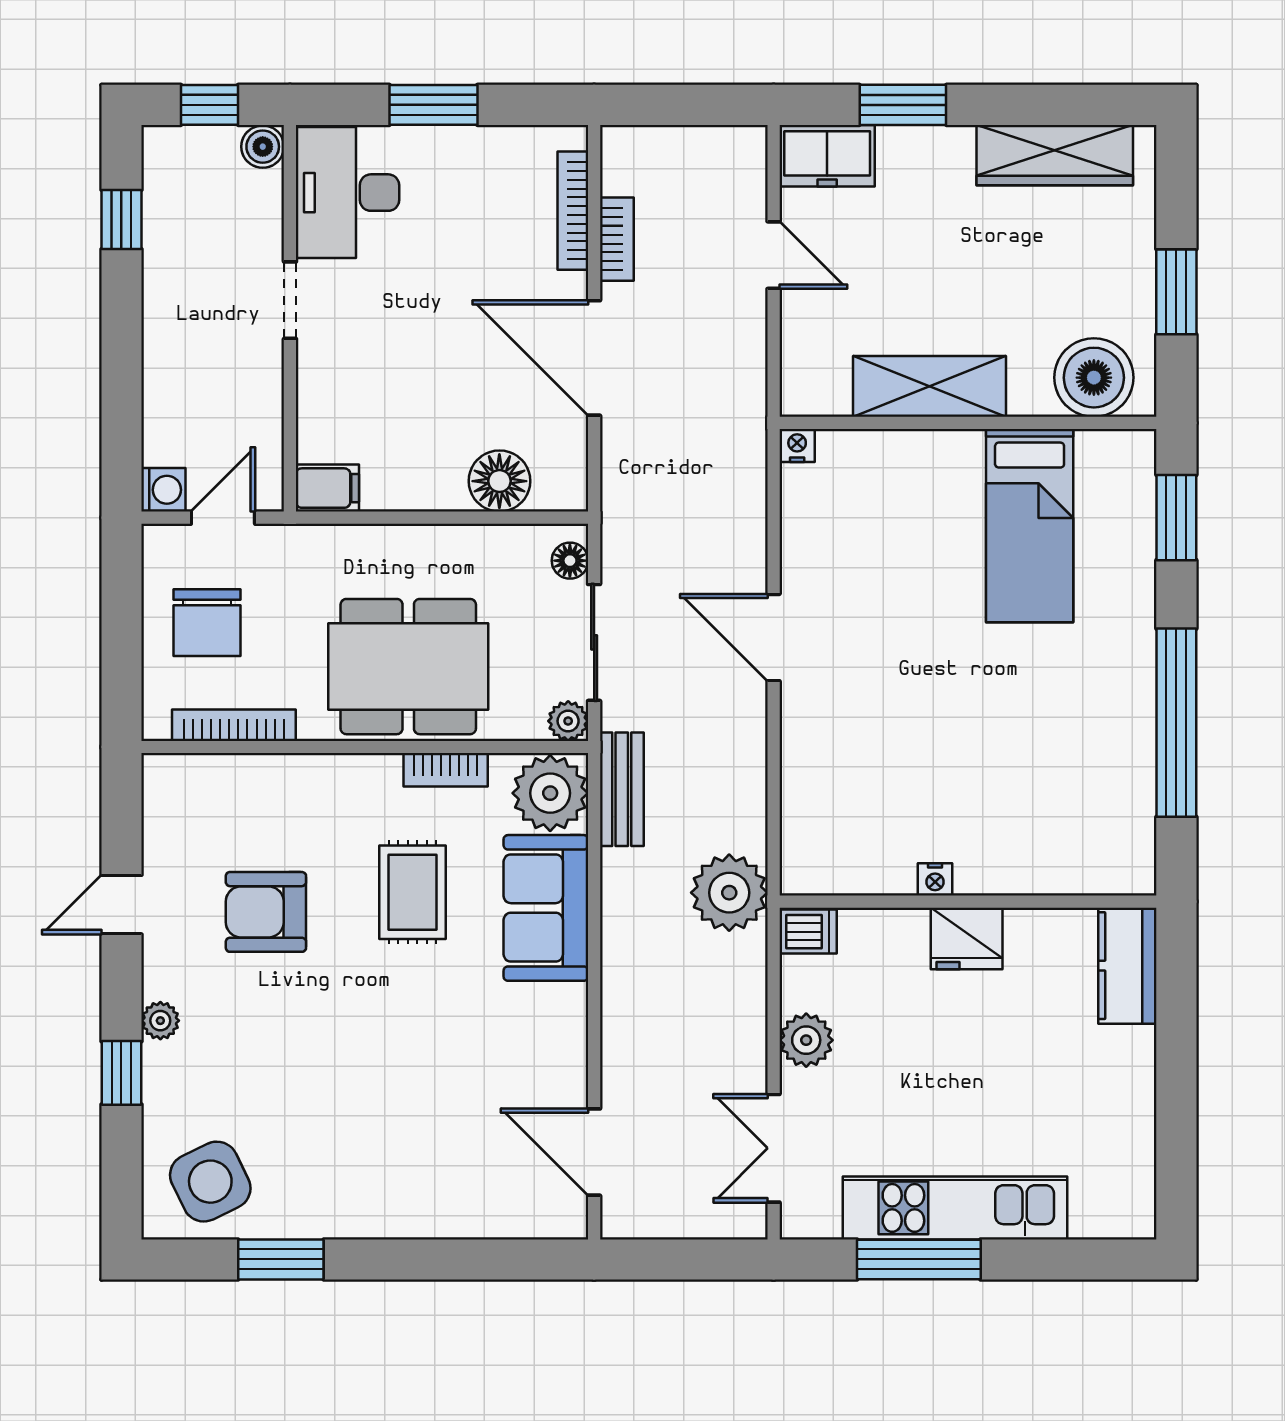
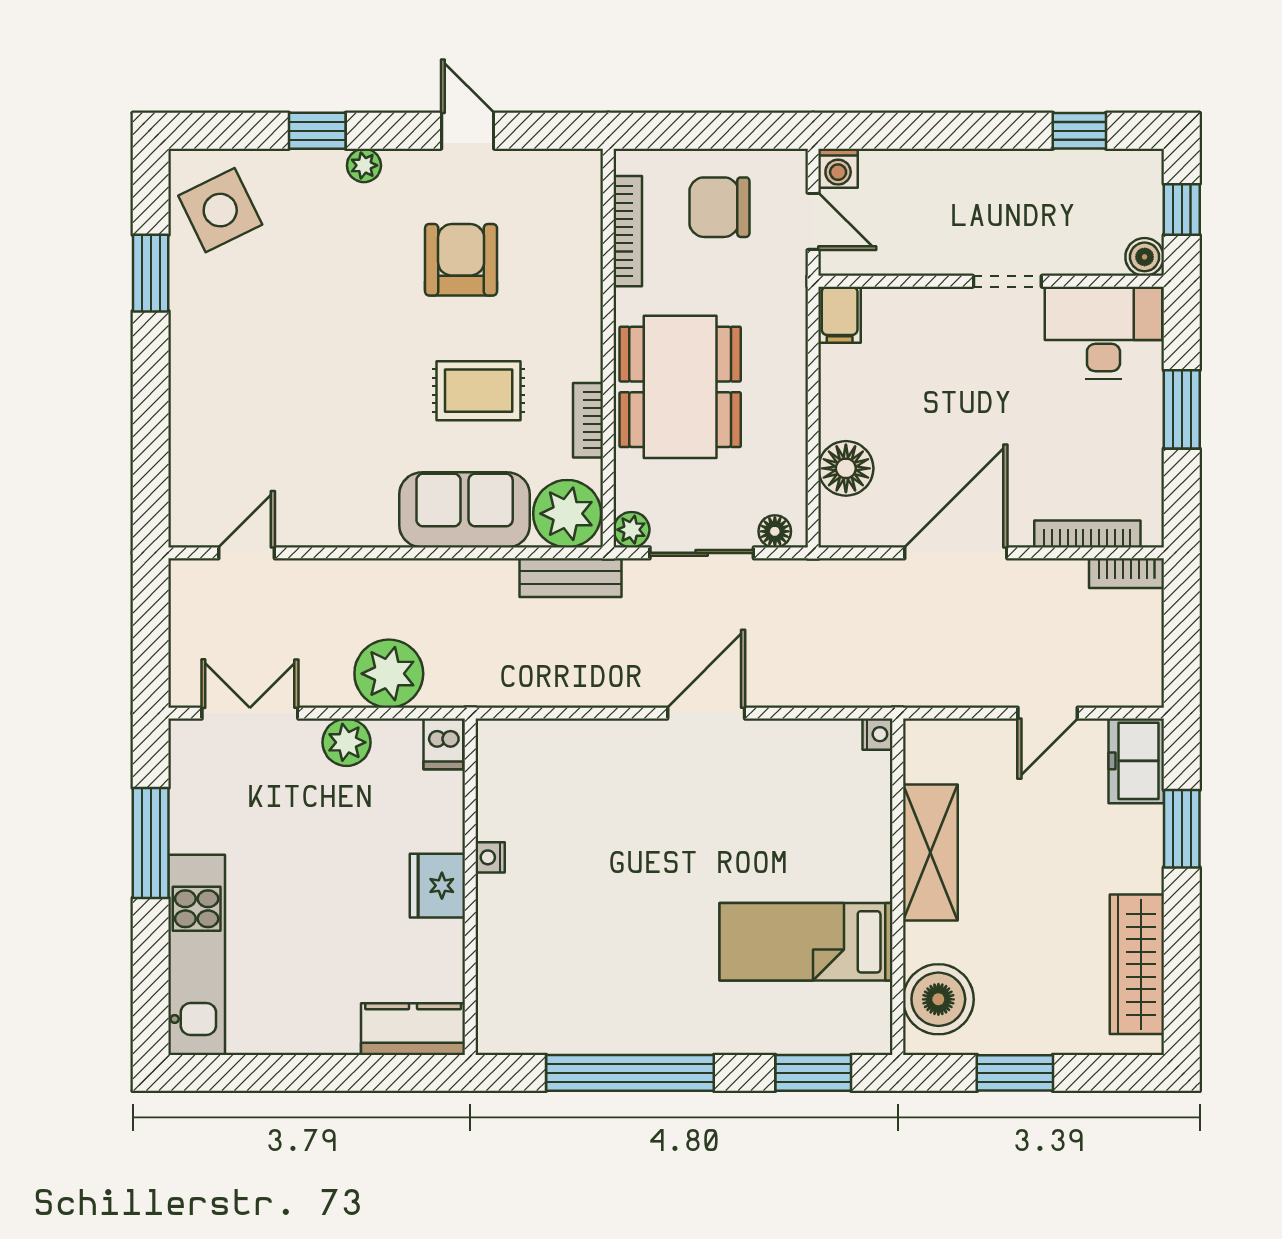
bookcase: (617, 239) -> (1127, 573), moved
plant: (729, 893) -> (389, 674), moved
door: (594, 1152) -> (247, 553), width x0.73
kitchen unit: (955, 1208) -> (197, 955), moved

